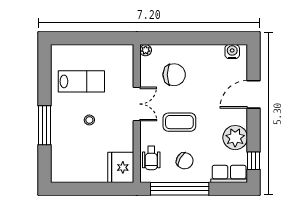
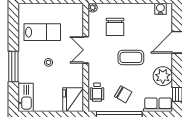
chair: (174, 75) -> (115, 27), turned 90
double door: (137, 104) -> (86, 50), swing flipped
coffee table: (179, 122) -> (131, 57), moved
kitchen sink: (60, 165) -> (26, 97), added

